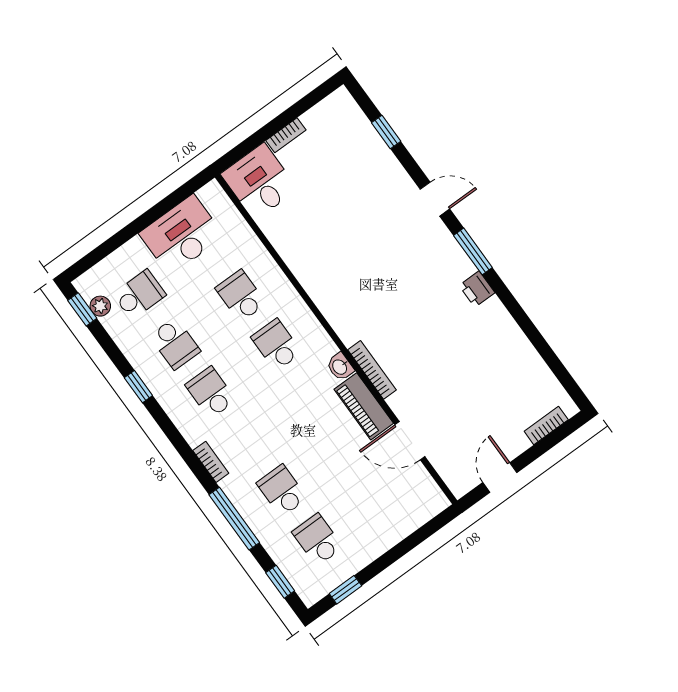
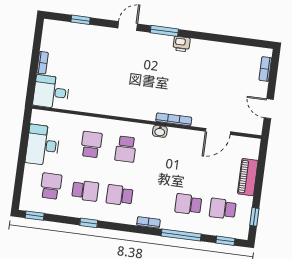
school desk: (241, 296) -> (91, 145), turned 90
plant: (100, 306) -> (40, 207), removed
school desk: (276, 345) -> (126, 149), turned -90
piano: (364, 406) -> (248, 177), moved, turned 90

